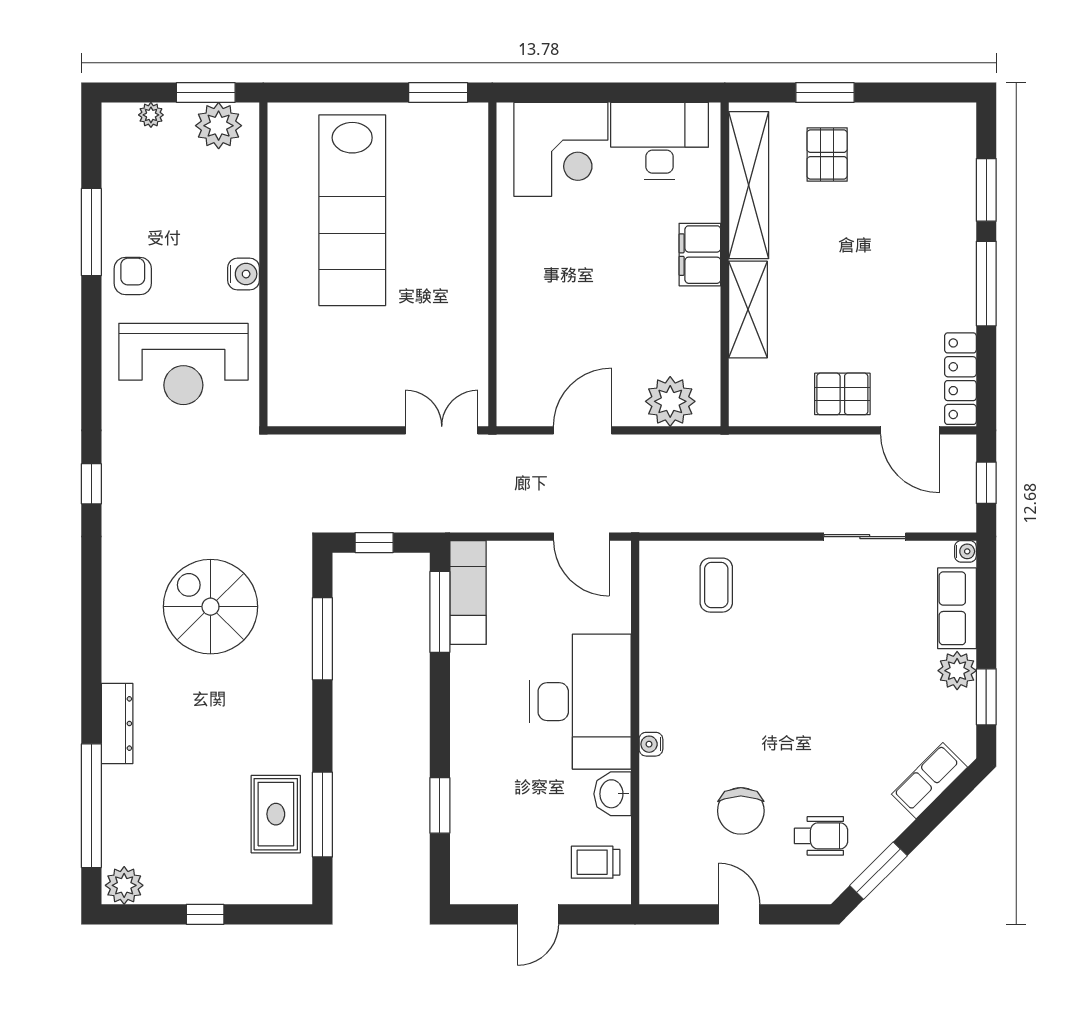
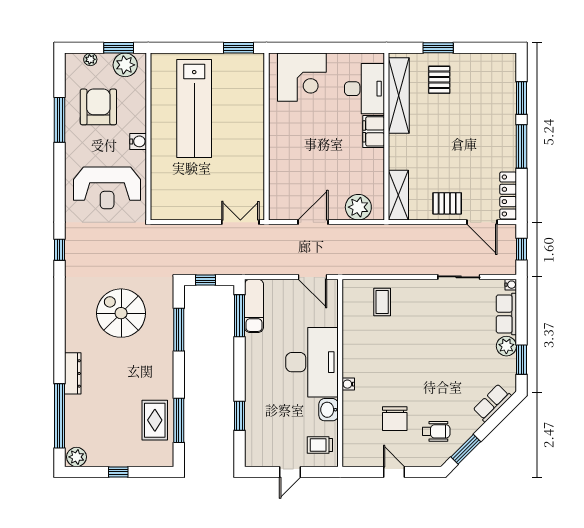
desk: (659, 141) -> (365, 89), moved, turned 90
armchair: (133, 276) -> (98, 107), moved, width x1.88, depth x1.88
shelving: (748, 310) -> (398, 195), moved

